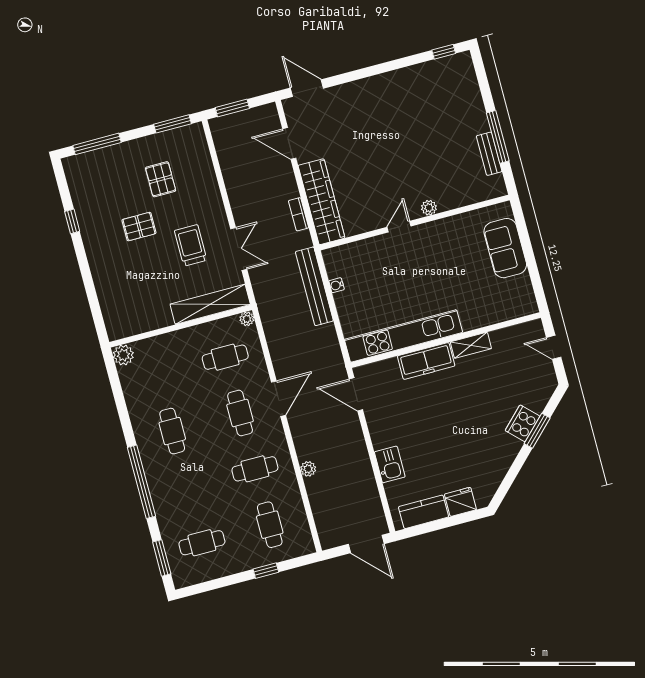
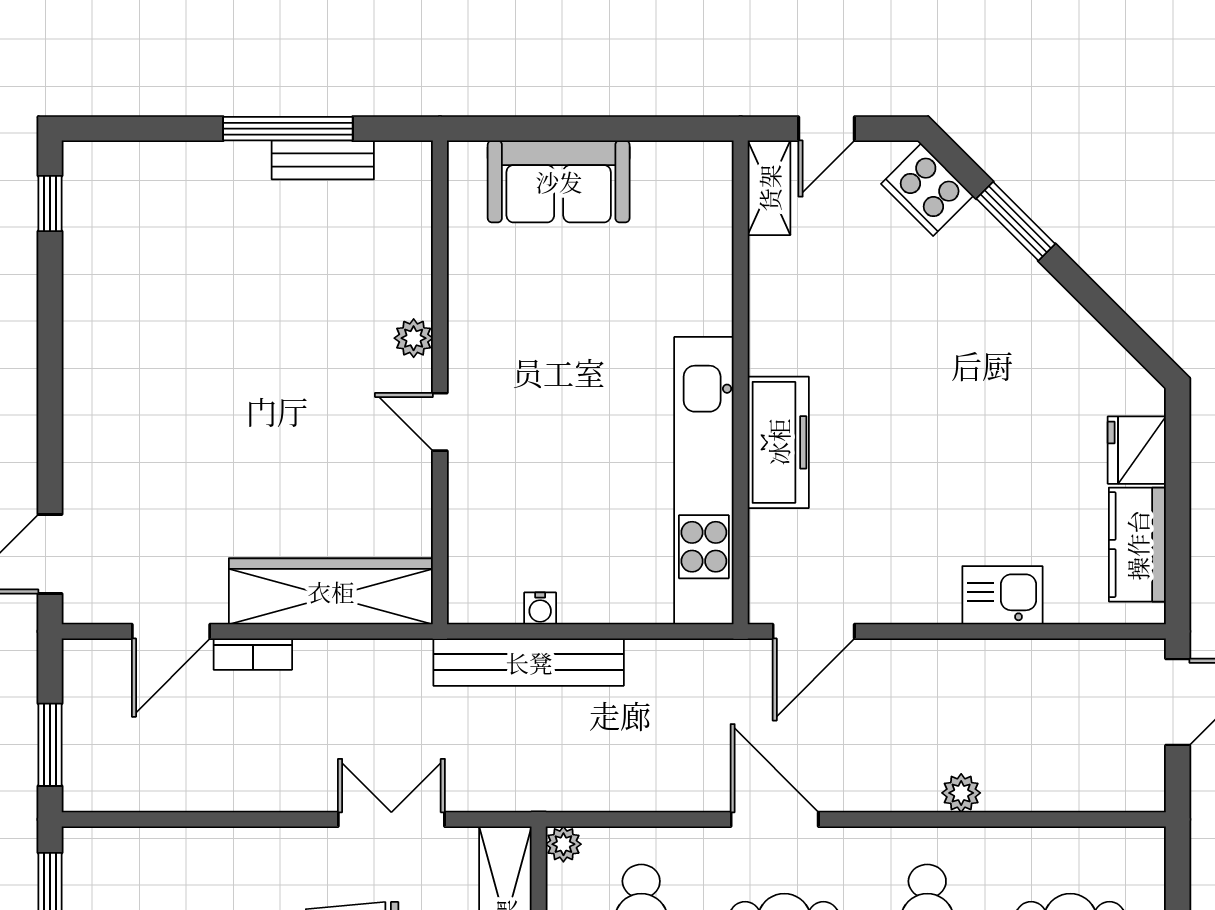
bookcase: (299, 214) -> (253, 654), moved
shelving: (471, 345) -> (769, 188), moved
cooker: (523, 423) -> (927, 190), moved

